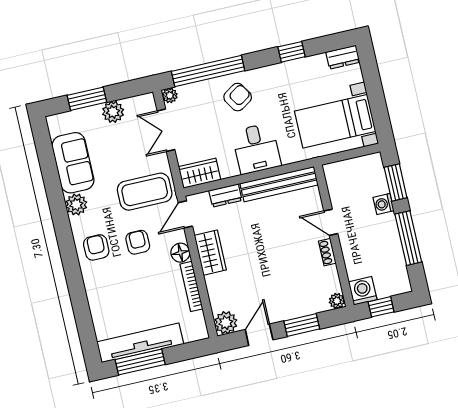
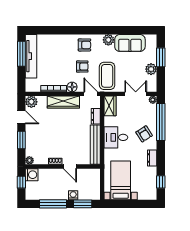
window: (292, 52) -> (161, 182), moved
dresser: (343, 57) -> (152, 158), moved
door: (331, 222) -> (70, 166), swing flipped
wardrobe: (210, 253) -> (63, 102), width x1.50

